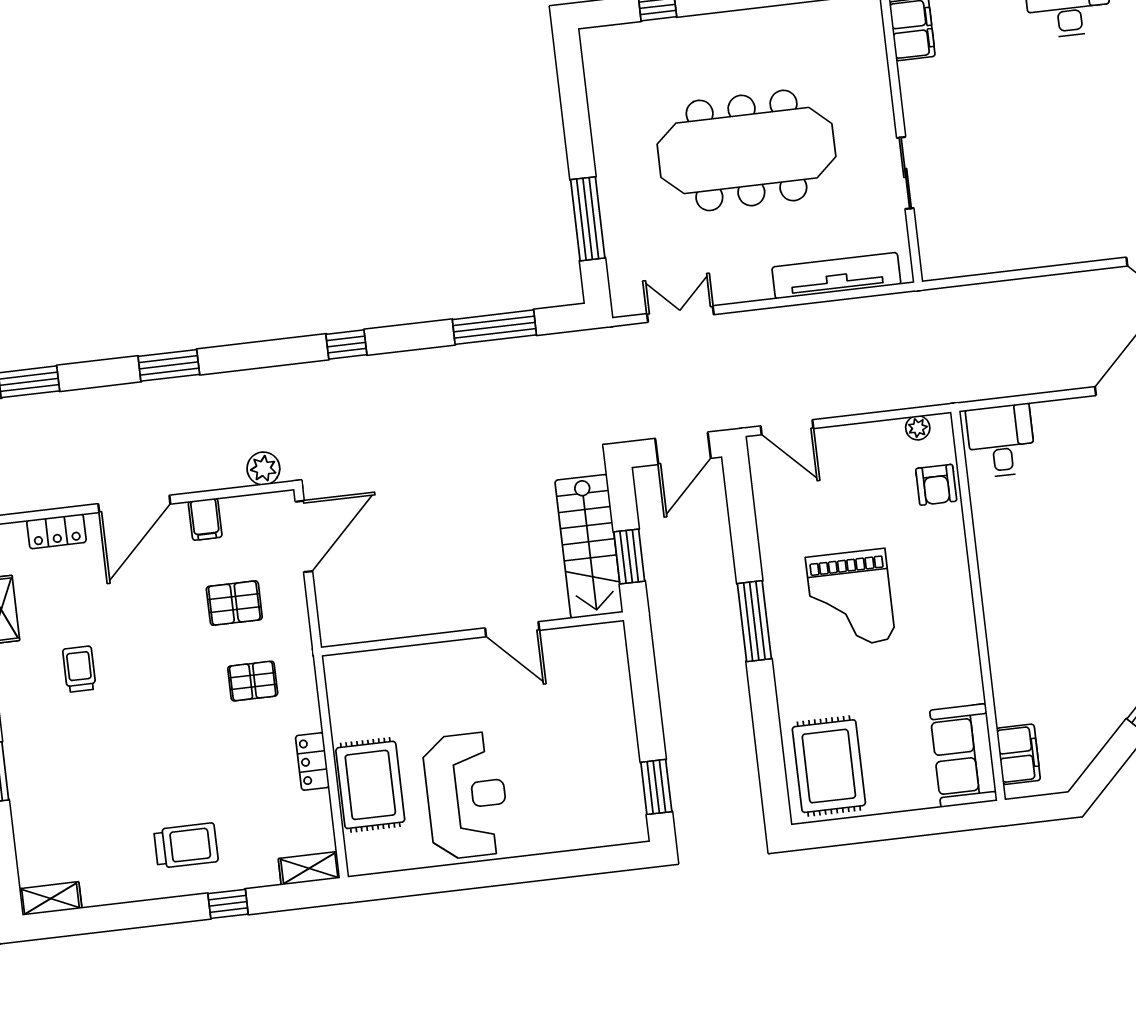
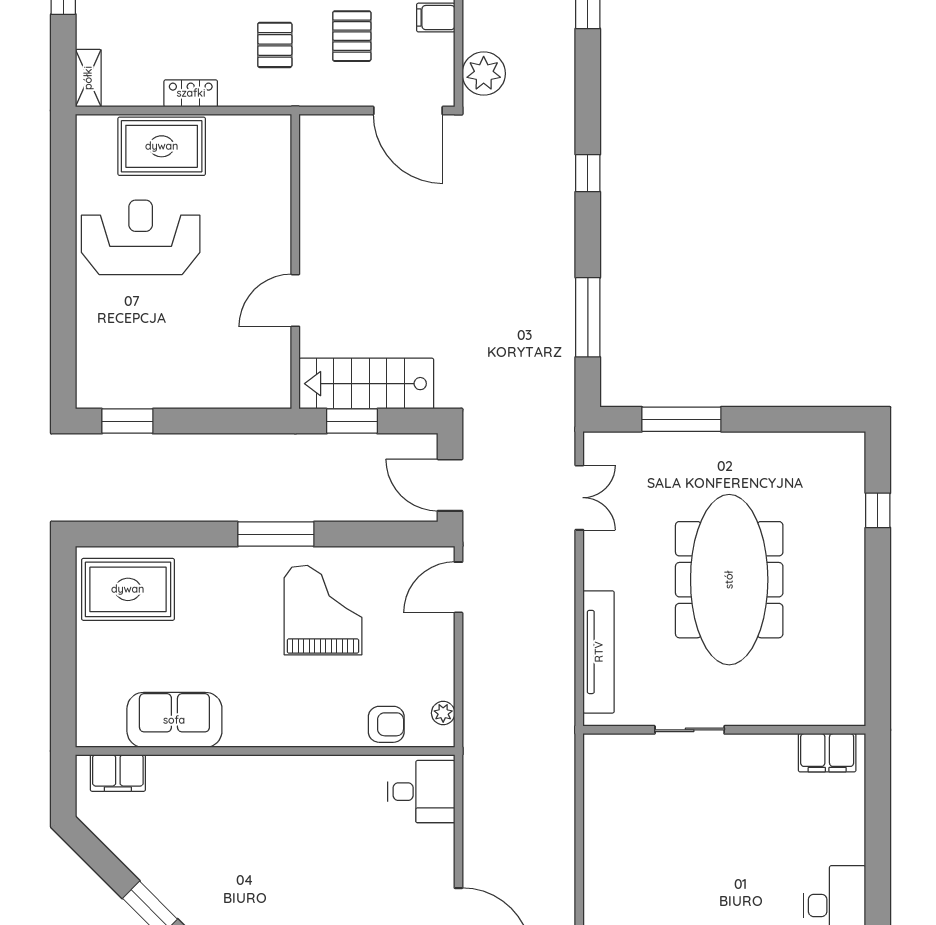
plant: (263, 468) -> (484, 74), width x1.36, depth x1.36
armchair: (936, 485) -> (386, 724), turned 180
grand piano: (850, 599) -> (323, 610), moved, turned 90
sofa: (963, 756) -> (174, 720), moved
reception desk: (466, 796) -> (141, 237), turned 180

